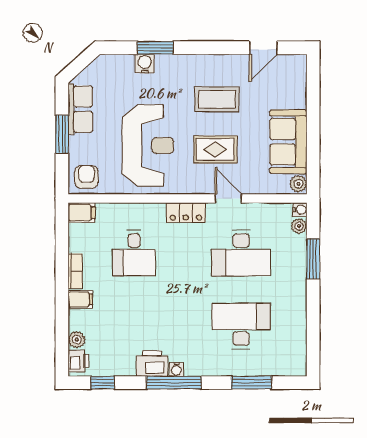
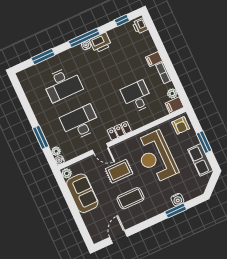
plant: (77, 340) -> (172, 93), moved

